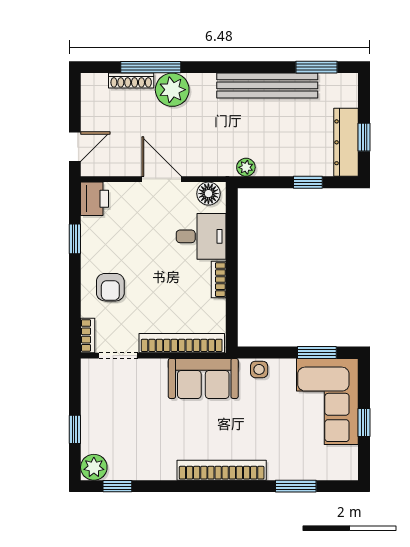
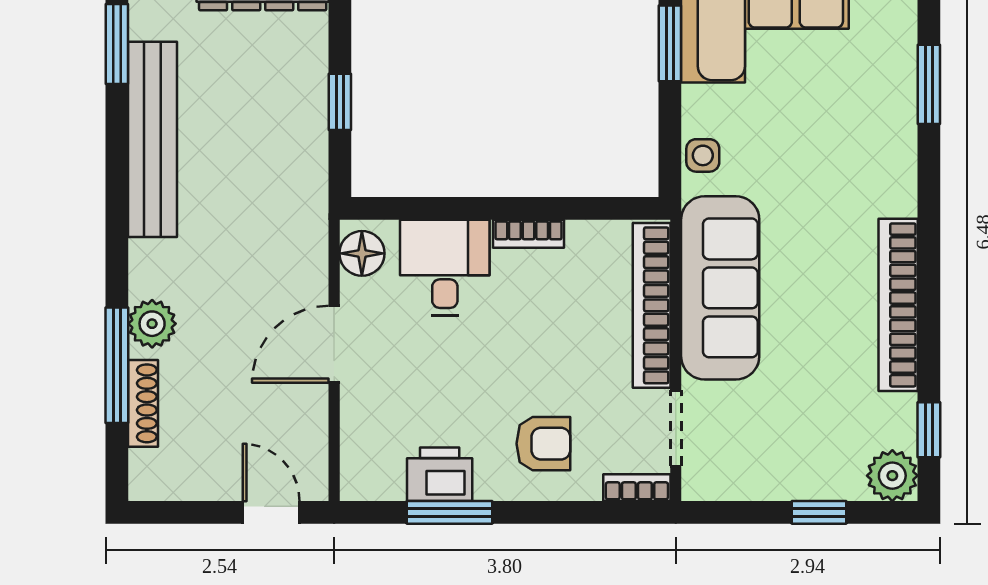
plant: (172, 90) -> (152, 324), width x0.73, depth x0.73
plant: (246, 167) -> (311, 181), removed
window: (308, 182) -> (340, 102), moved
printer: (95, 199) -> (440, 474), moved
window: (75, 239) -> (450, 512), width x1.50
sofa: (203, 378) -> (720, 288), width x1.36
bookcase: (222, 470) -> (898, 305), moved

